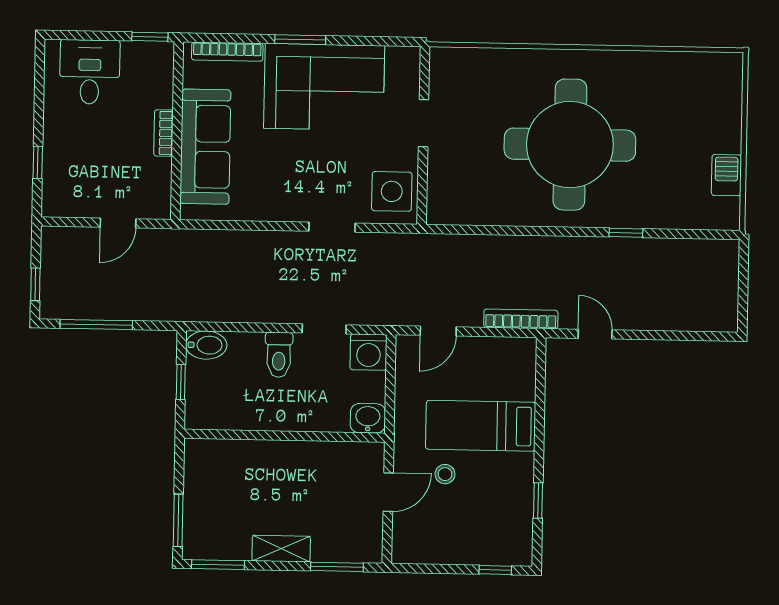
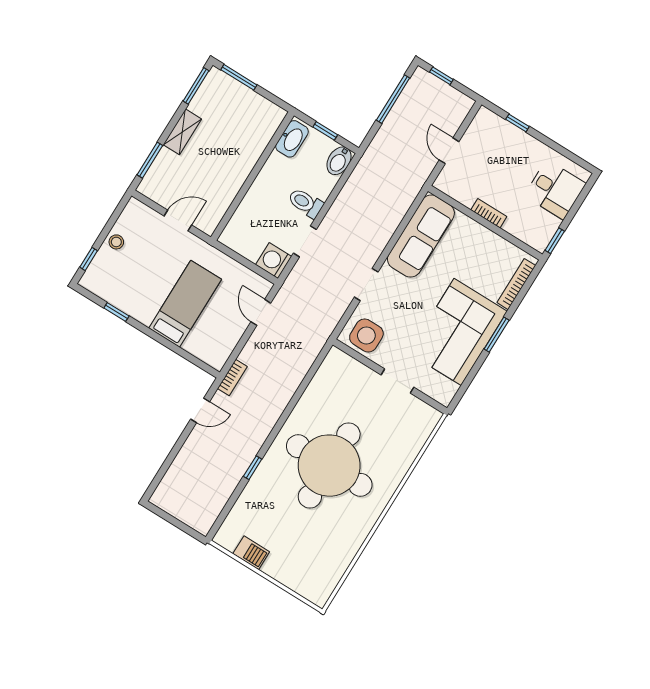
sofa: (205, 147) -> (421, 236), moved, turned -90
bookcase: (521, 319) -> (232, 377), width x0.64
washbasin: (368, 418) -> (292, 139), moved, width x1.38
stool: (445, 474) -> (116, 242), moved
door: (388, 492) -> (178, 220), swing flipped

